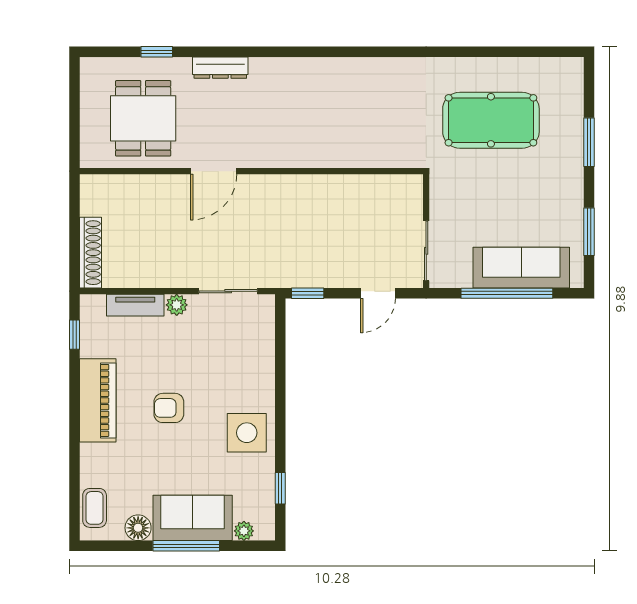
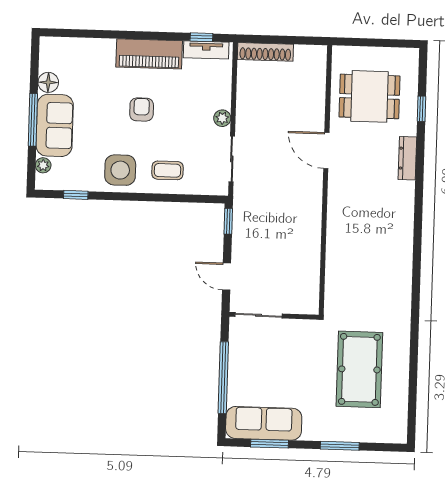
sofa: (521, 268) -> (264, 423), moved, turned -90
tv unit: (135, 305) -> (206, 50), moved, turned -90
coffee table: (95, 508) -> (168, 170), moved

